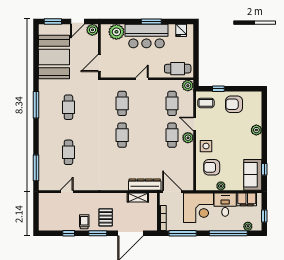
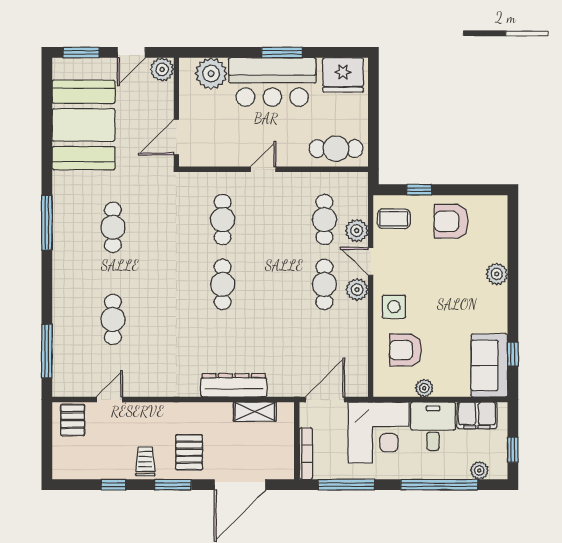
fridge: (181, 30) -> (343, 75), width x1.88, depth x1.34
plant: (188, 86) -> (357, 231), moved
dresser: (145, 185) -> (234, 385), moved
door: (172, 192) -> (325, 400), hinge flipped
pallet: (49, 202) -> (73, 420), added

